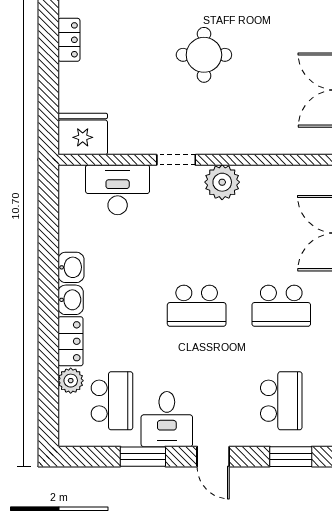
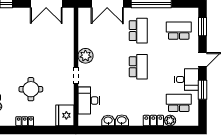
round table: (204, 55) -> (31, 89), moved
washbasin: (71, 300) -> (108, 121), moved

